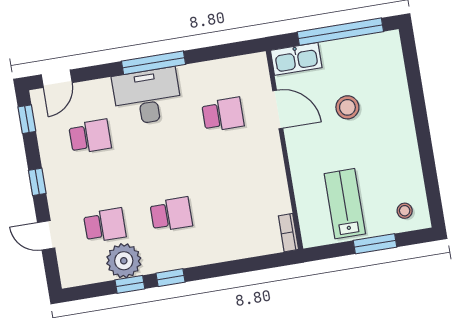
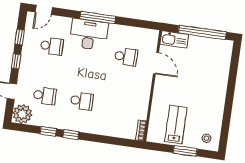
stool: (347, 107) -> (193, 74), removed
window: (27, 119) -> (20, 37), moved
plant: (124, 261) -> (22, 114), moved

